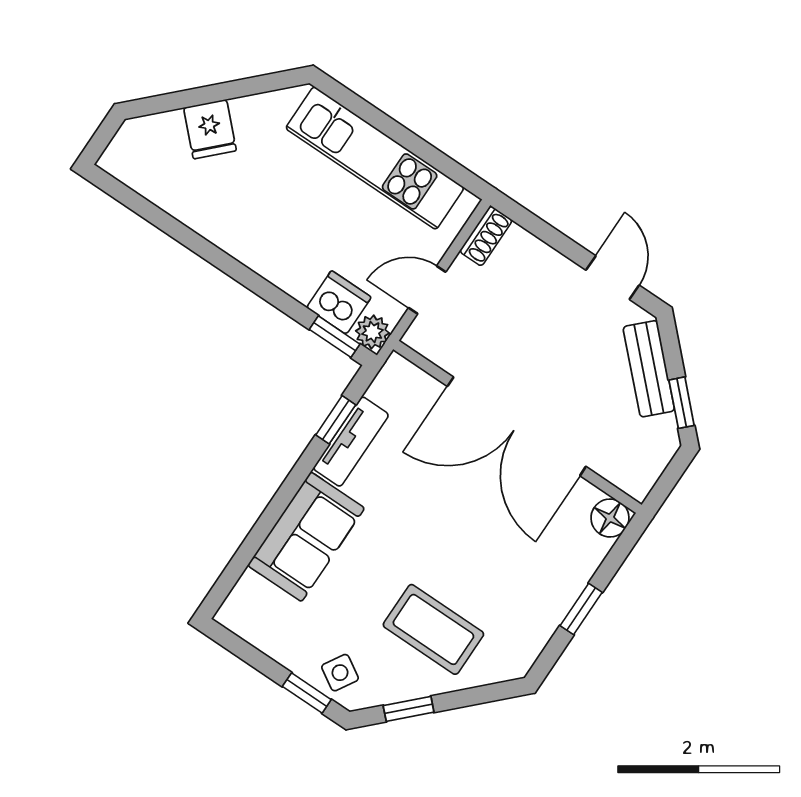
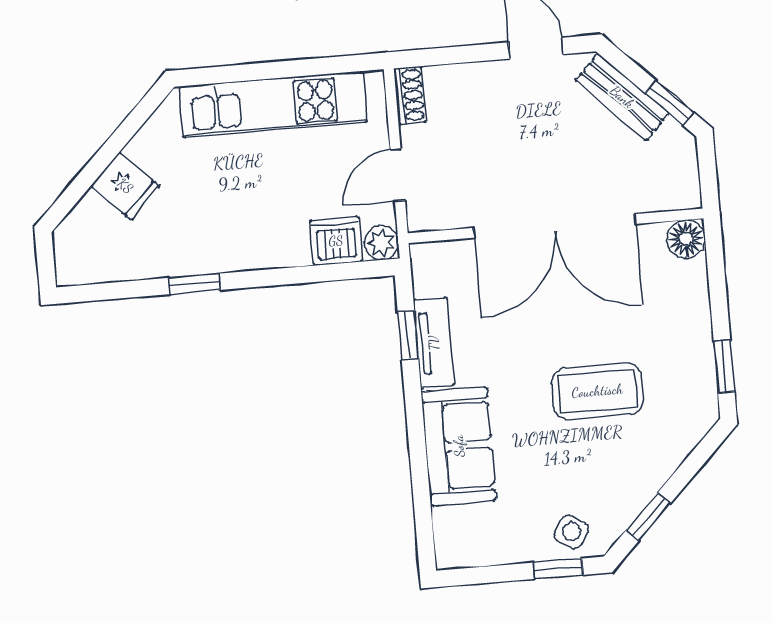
window: (335, 337) -> (194, 284), moved
window: (581, 609) -> (724, 366), moved
coffee table: (433, 629) -> (597, 391), moved

